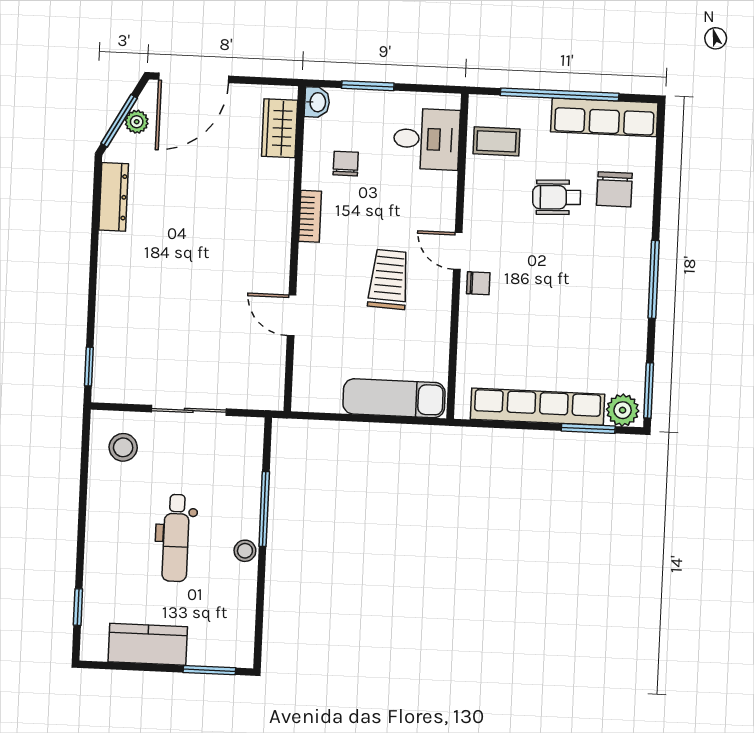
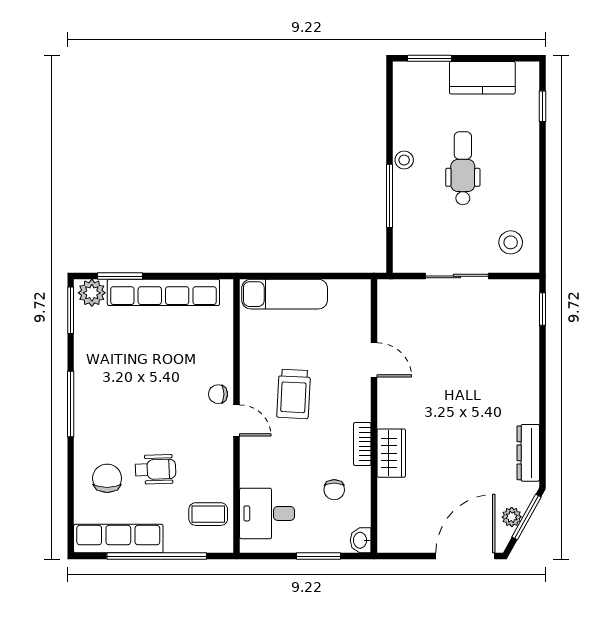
wardrobe: (280, 128) -> (391, 453), moved

